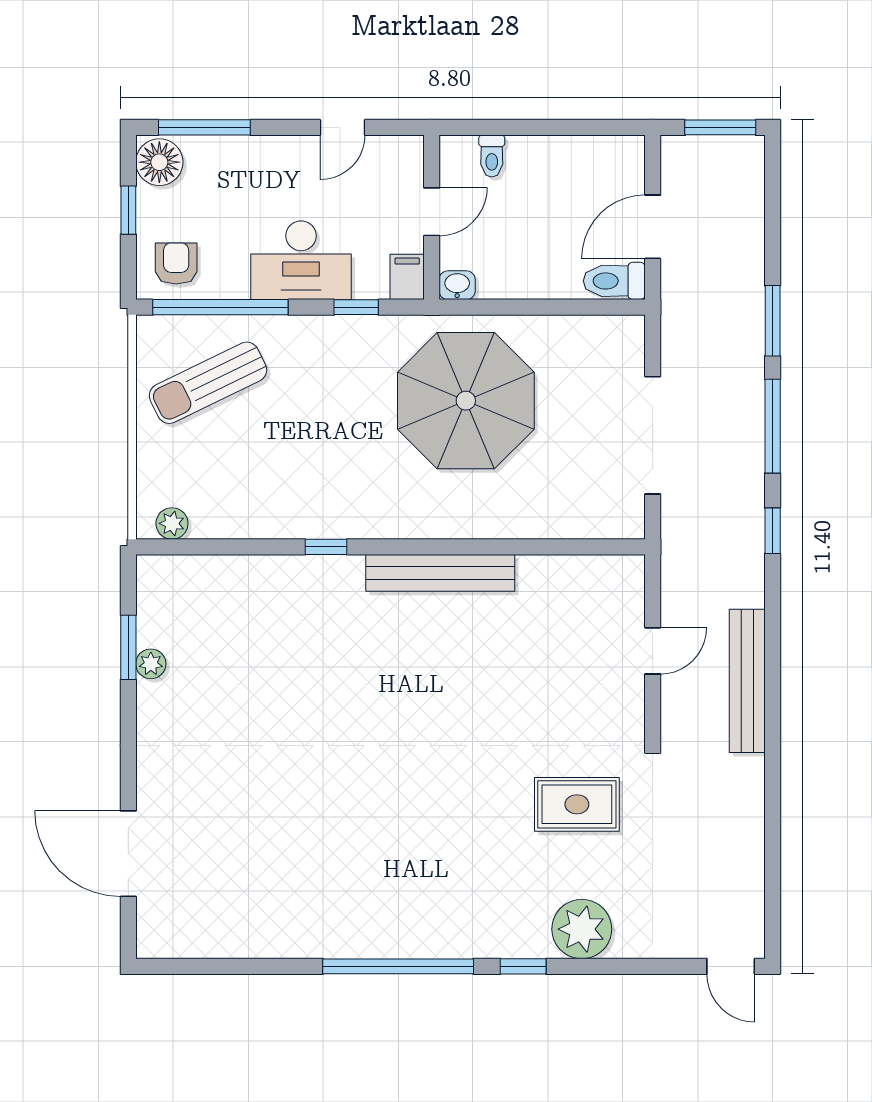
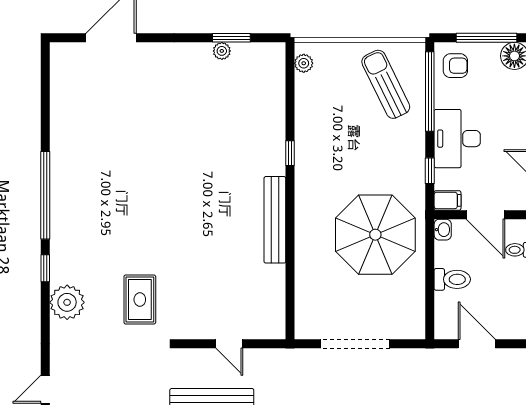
window: (128, 210) -> (486, 38), width x2.17
door: (432, 212) -> (486, 215), width x1.38
toilet: (614, 281) -> (452, 279), moved, turned 90

